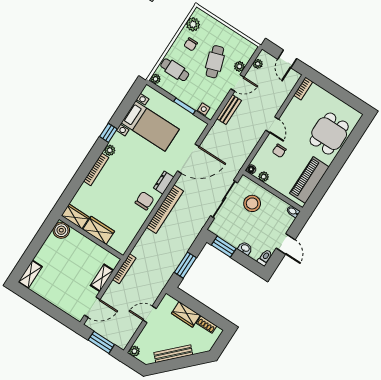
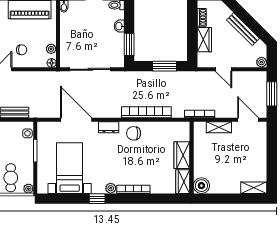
stool: (252, 203) -> (79, 44), removed
bookcase: (165, 209) -> (146, 112), moved

